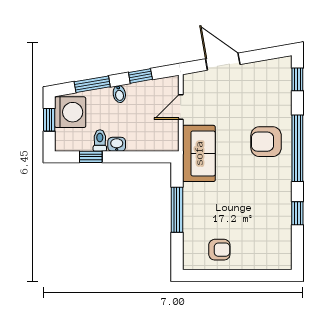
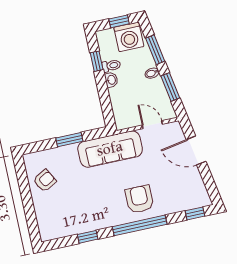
door: (223, 62) -> (196, 150), swing flipped
window: (140, 76) -> (170, 87), width x1.50
sofa: (199, 153) -> (110, 149), width x1.36
window: (177, 210) -> (69, 140), width x0.69
armchair: (219, 250) -> (45, 181), turned -119

